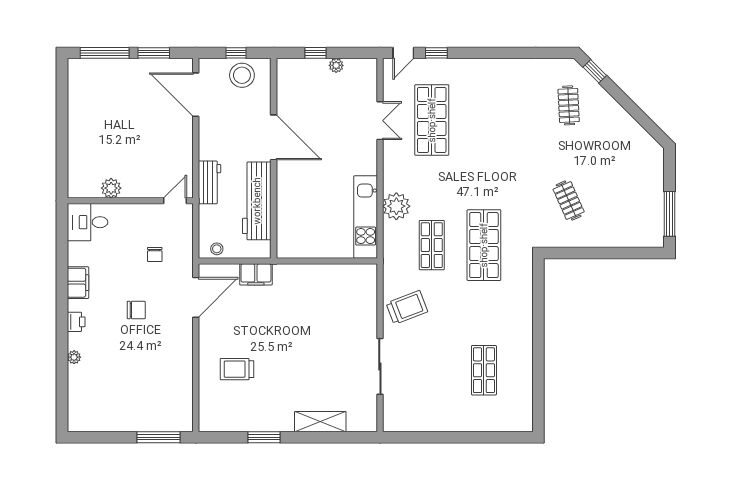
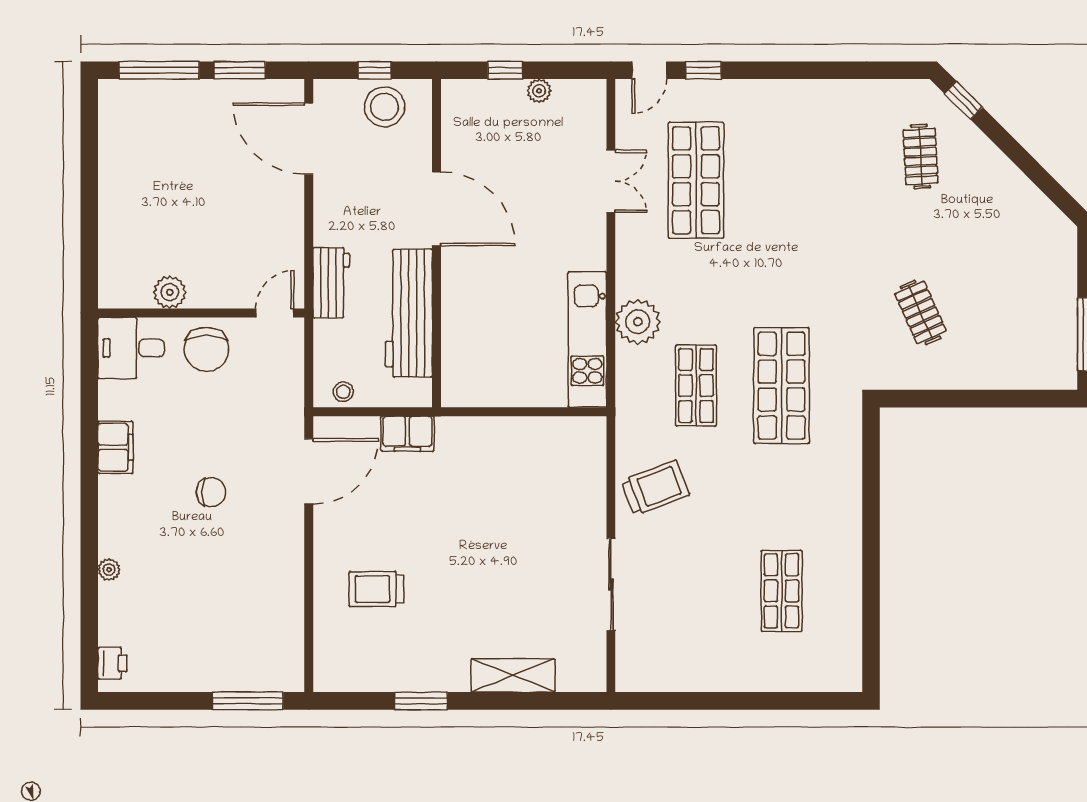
chair: (155, 254) -> (207, 349), moved, width x1.87, depth x1.87
printer: (76, 322) -> (112, 663), moved

